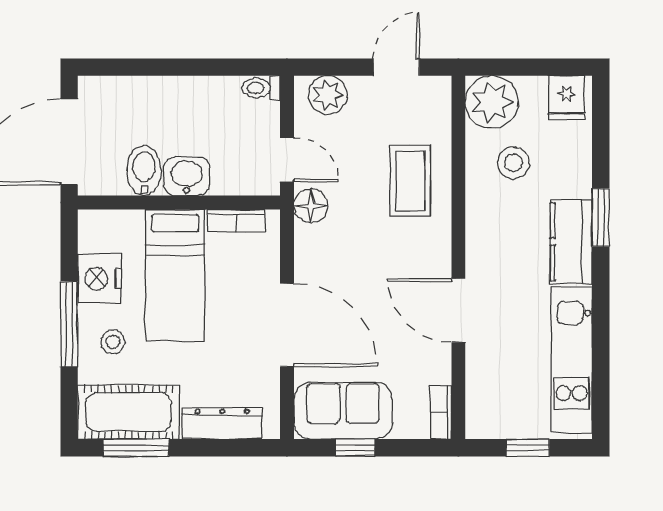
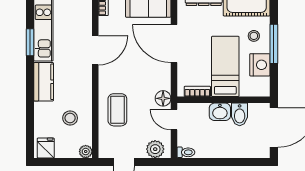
plant: (492, 102) -> (86, 152), width x0.53, depth x0.53
window: (601, 218) -> (30, 42), moved
door: (458, 310) -> (95, 50), hinge flipped

